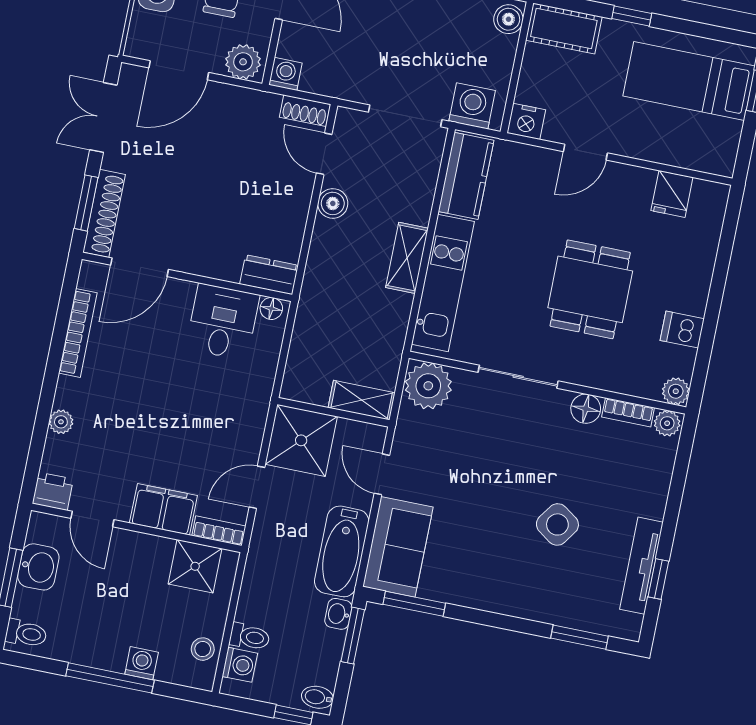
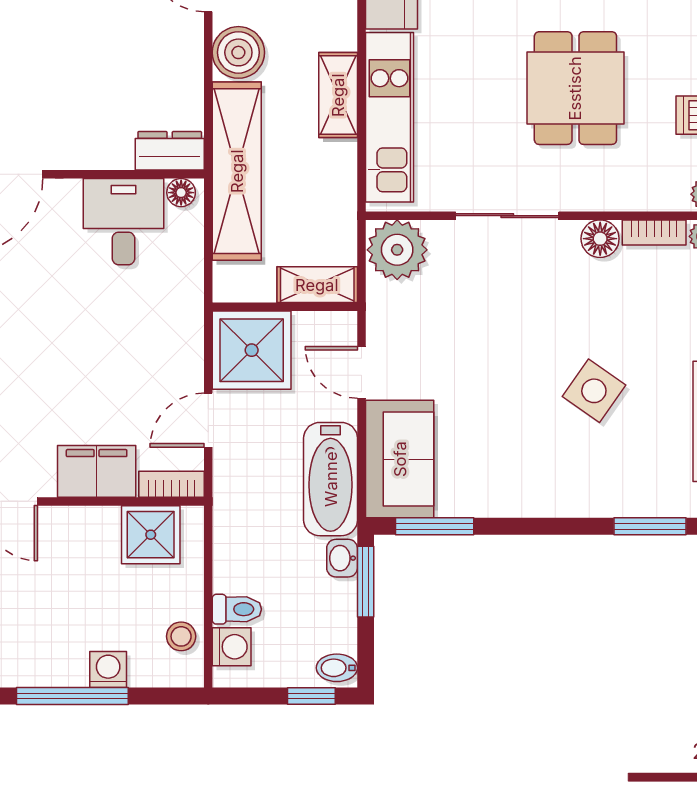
boiler: (333, 203) -> (238, 52), width x1.36, depth x1.36
shelving: (317, 301) -> (237, 171), added

